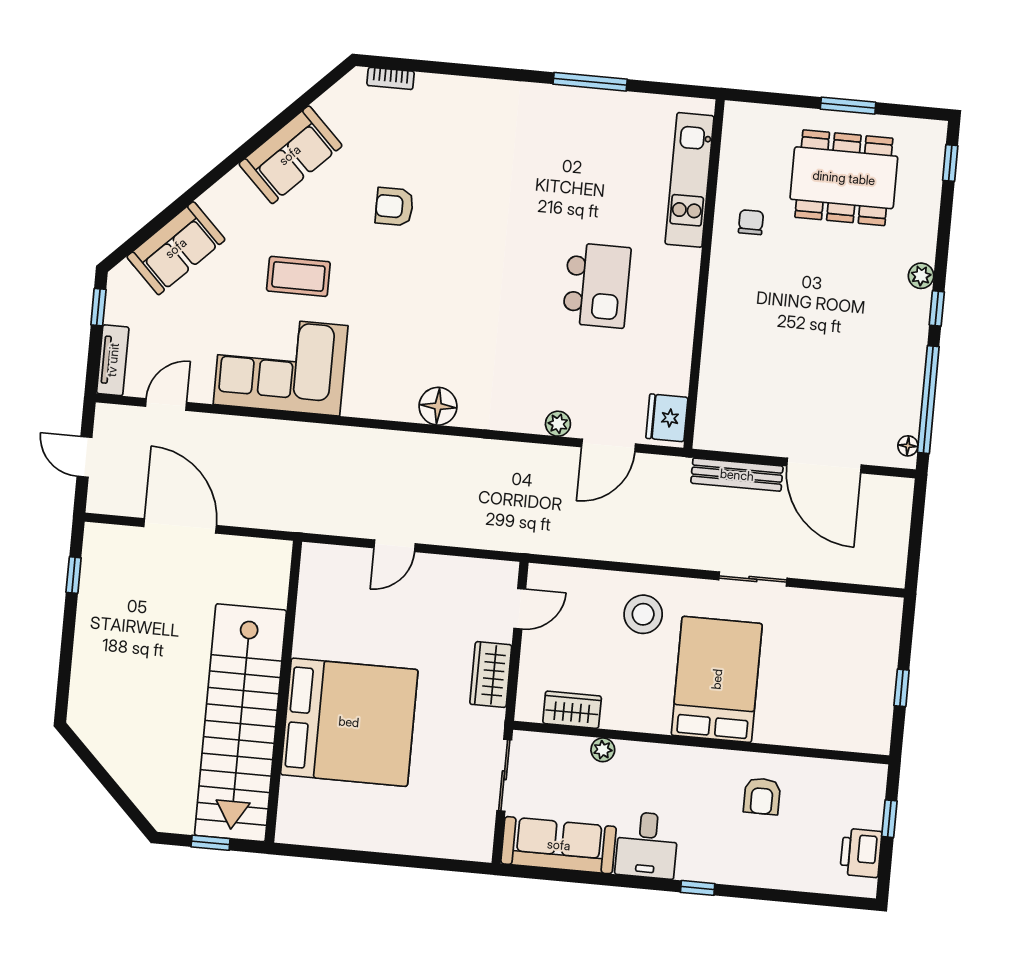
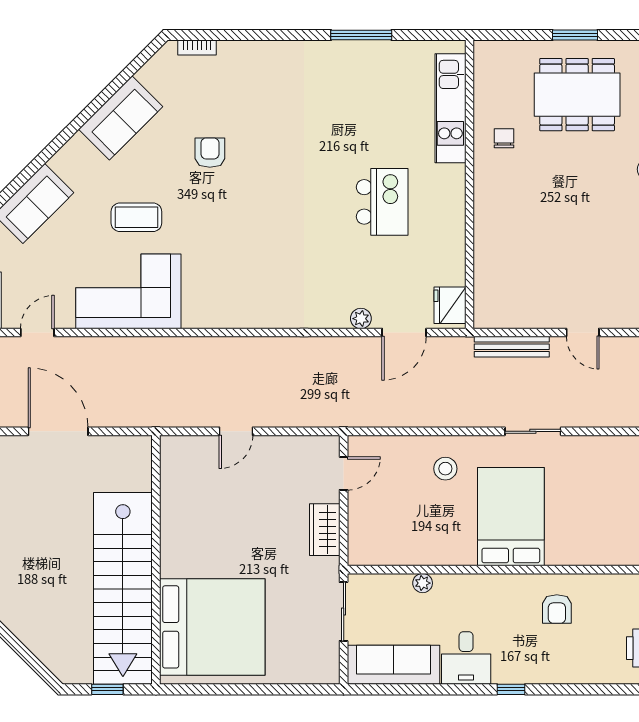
armchair: (394, 207) -> (210, 153), turned 90
floor lamp: (438, 406) -> (261, 313), removed
door: (824, 465) -> (583, 333), width x0.53
stool: (643, 614) -> (445, 469), width x0.73, depth x0.73
wardrobe: (572, 710) -> (394, 552), removed
bed: (349, 722) -> (212, 627), moved

